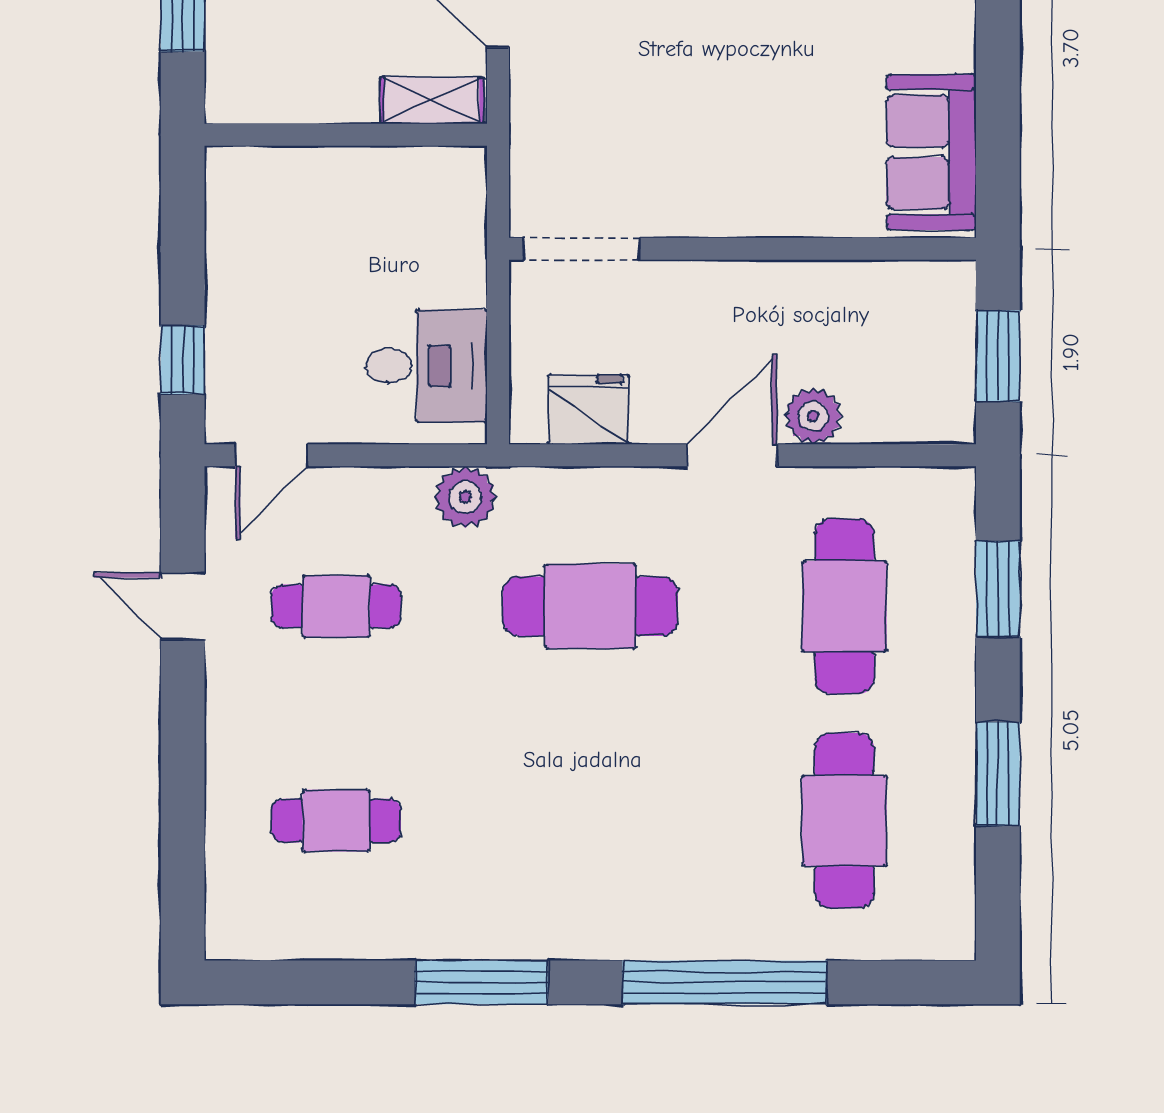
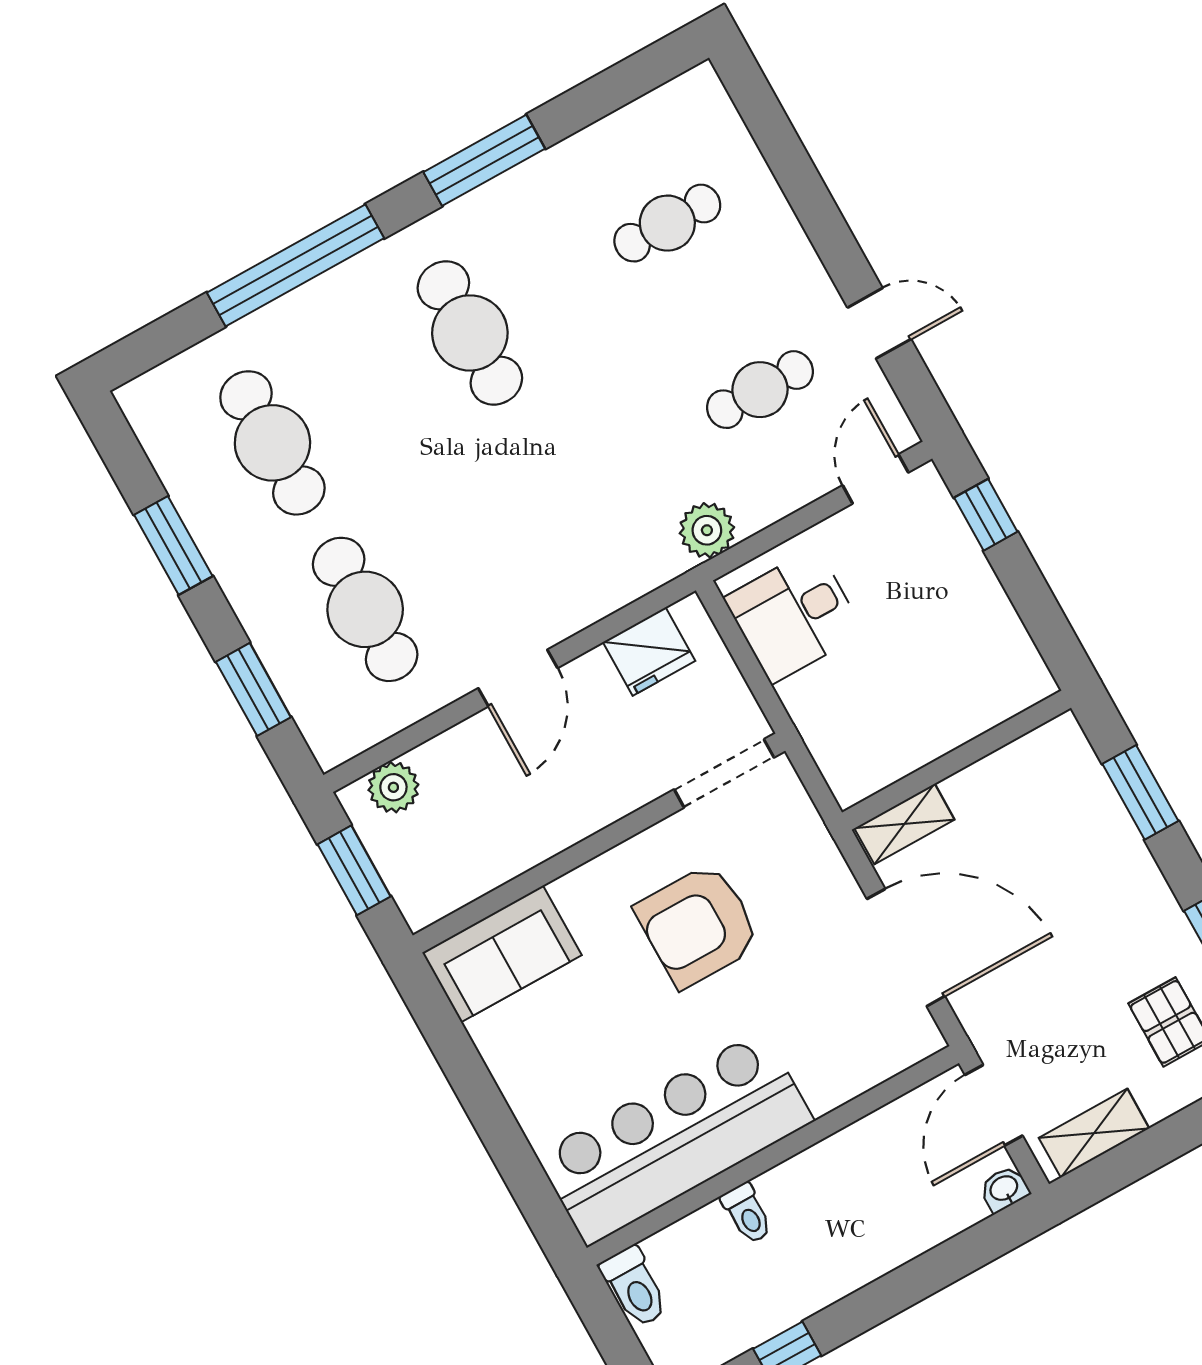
armchair: (690, 114) -> (698, 925), added
sofa: (931, 152) -> (502, 954), moved, turned 90
plant: (813, 416) -> (393, 787), moved
cafe table: (590, 606) -> (470, 333), moved, turned 90

